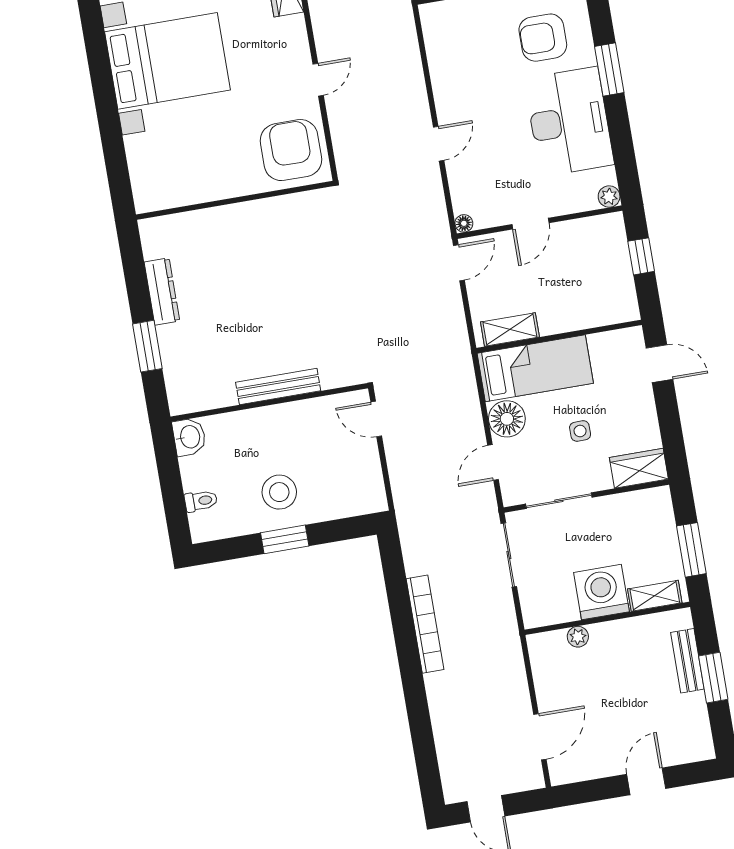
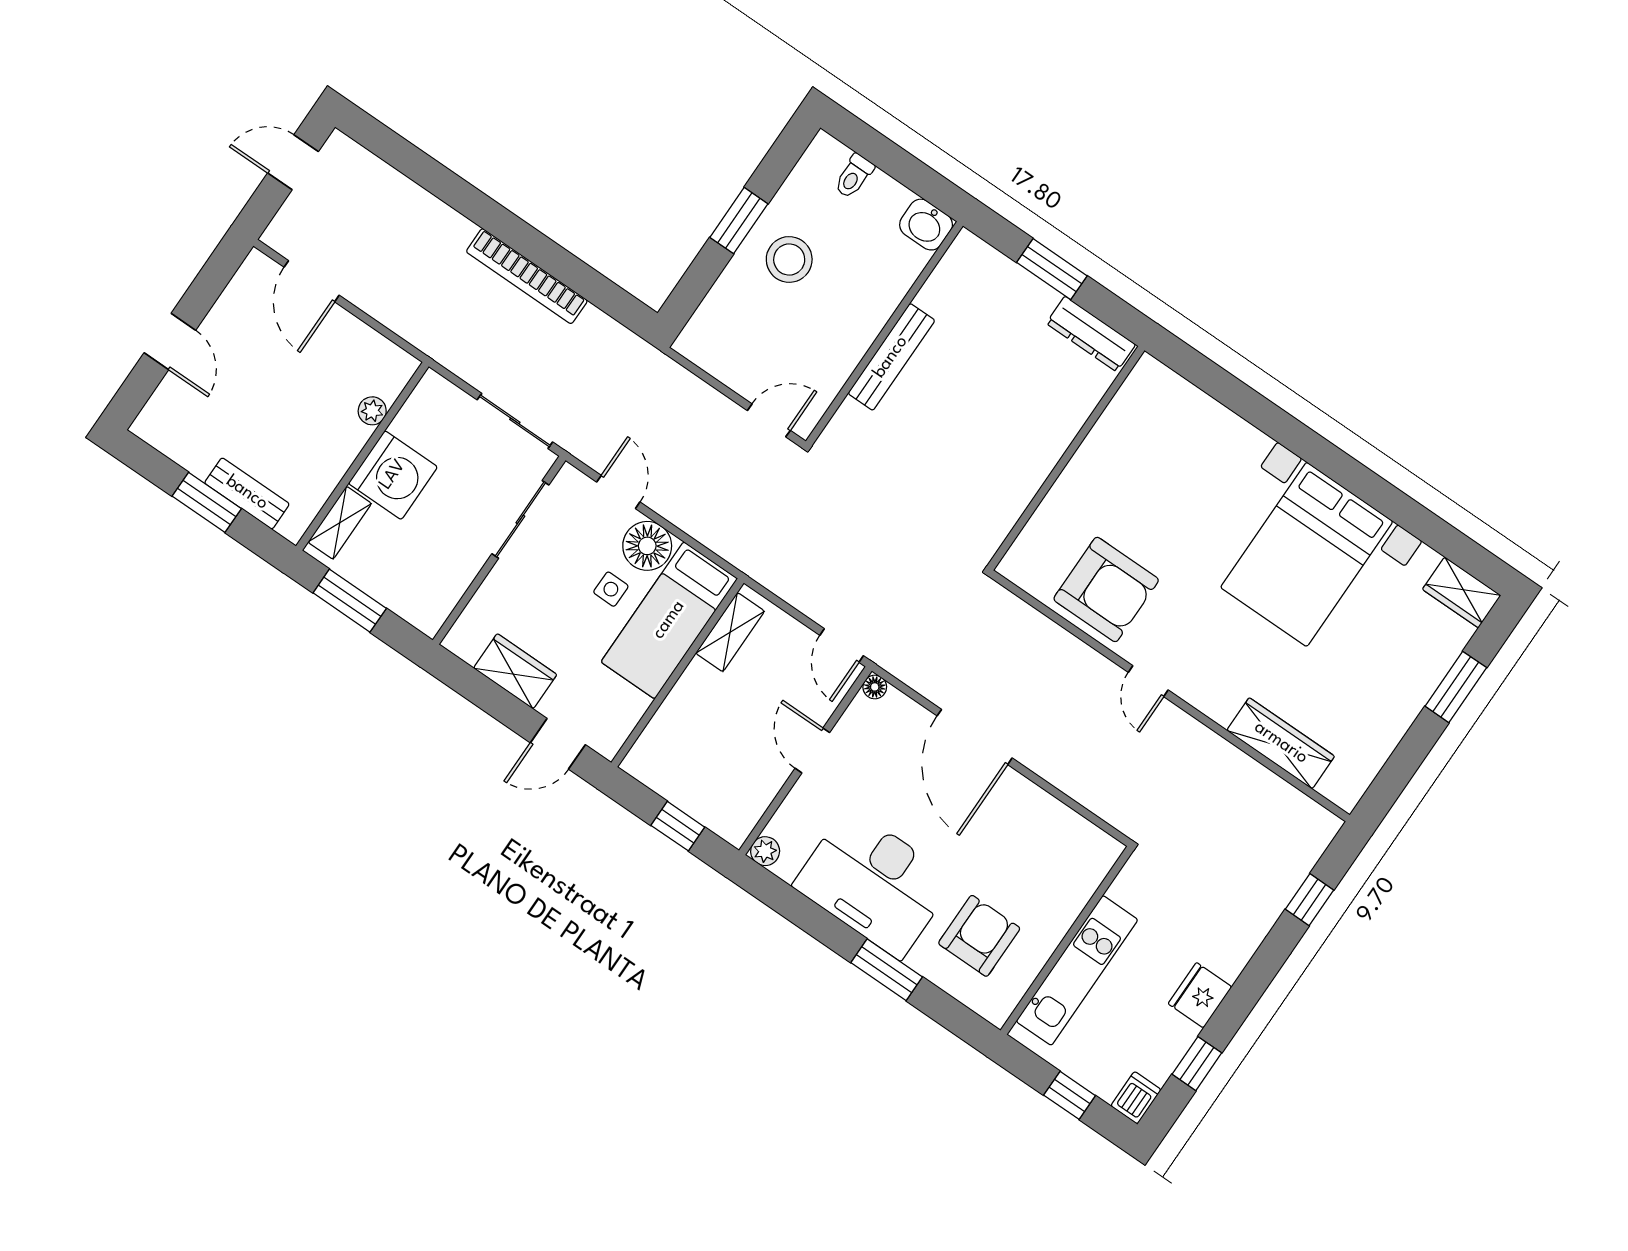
door: (439, 144) -> (975, 737), width x1.87
wall: (235, 200) -> (1066, 458), moved
side table: (580, 431) -> (611, 589), moved
wardrobe: (639, 468) -> (515, 671), moved, turned -90

